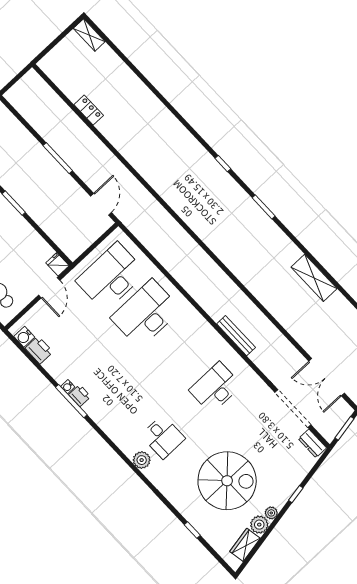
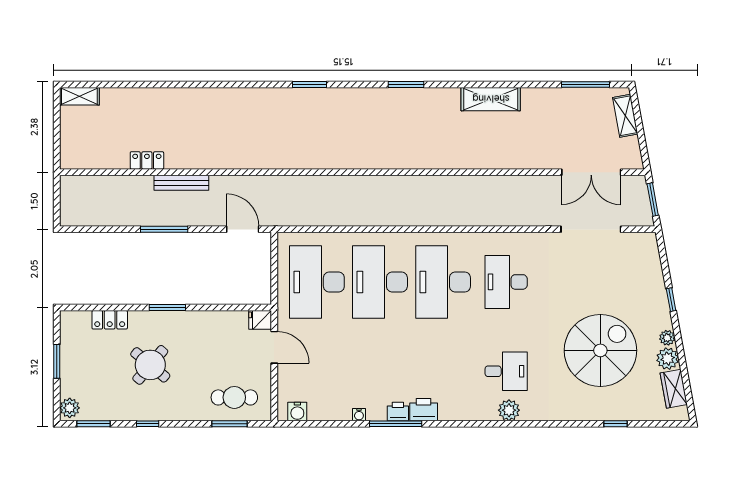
window: (223, 164) -> (310, 84), width x1.50
window: (264, 207) -> (406, 84), moved
bench: (236, 336) -> (181, 183), moved
printer: (39, 350) -> (424, 410), moved
desk: (181, 351) -> (443, 282), added
water cooler: (68, 387) -> (359, 415), moved
dresser: (312, 443) -> (639, 241), removed

